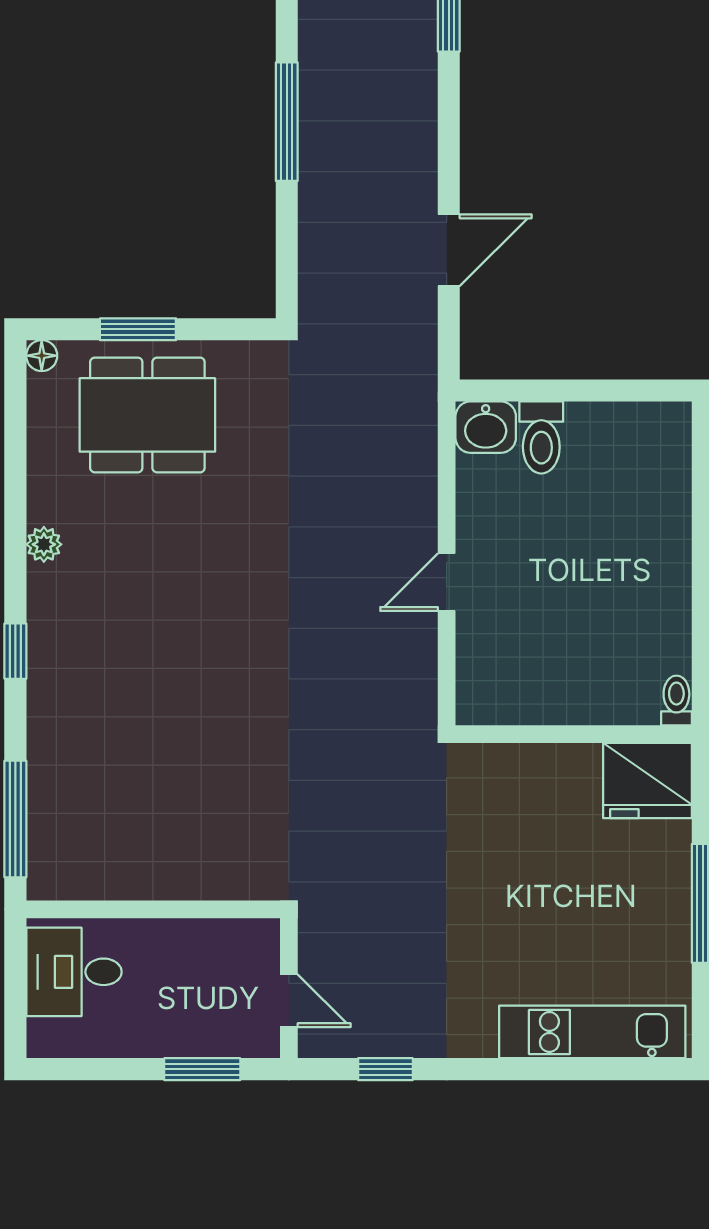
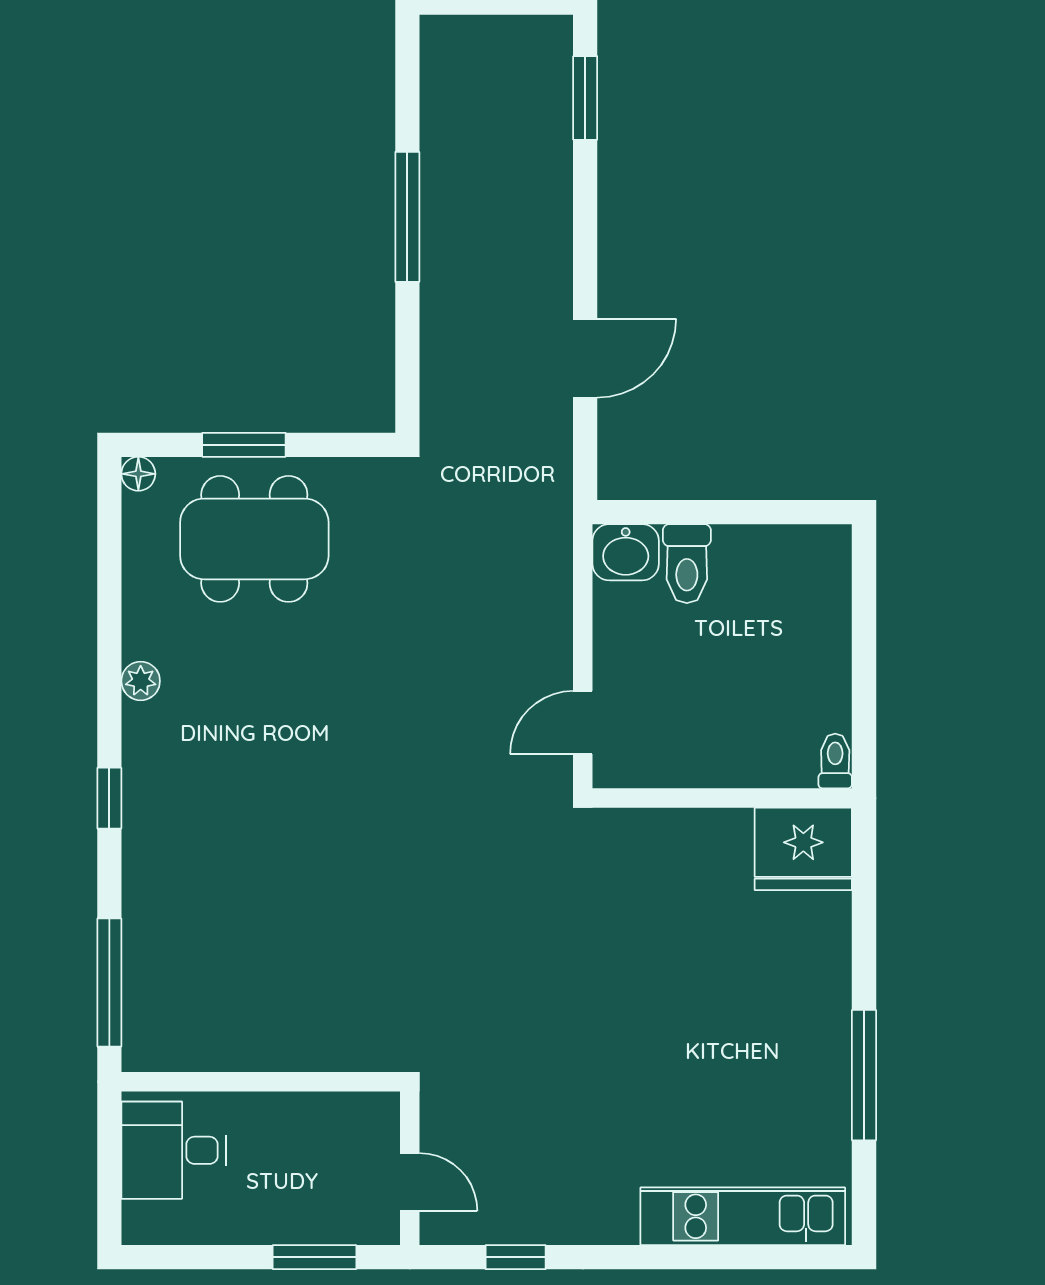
toilet: (676, 701) -> (835, 761), moved
wall: (574, 734) -> (722, 798), moved
fridge: (647, 781) -> (803, 849), moved

